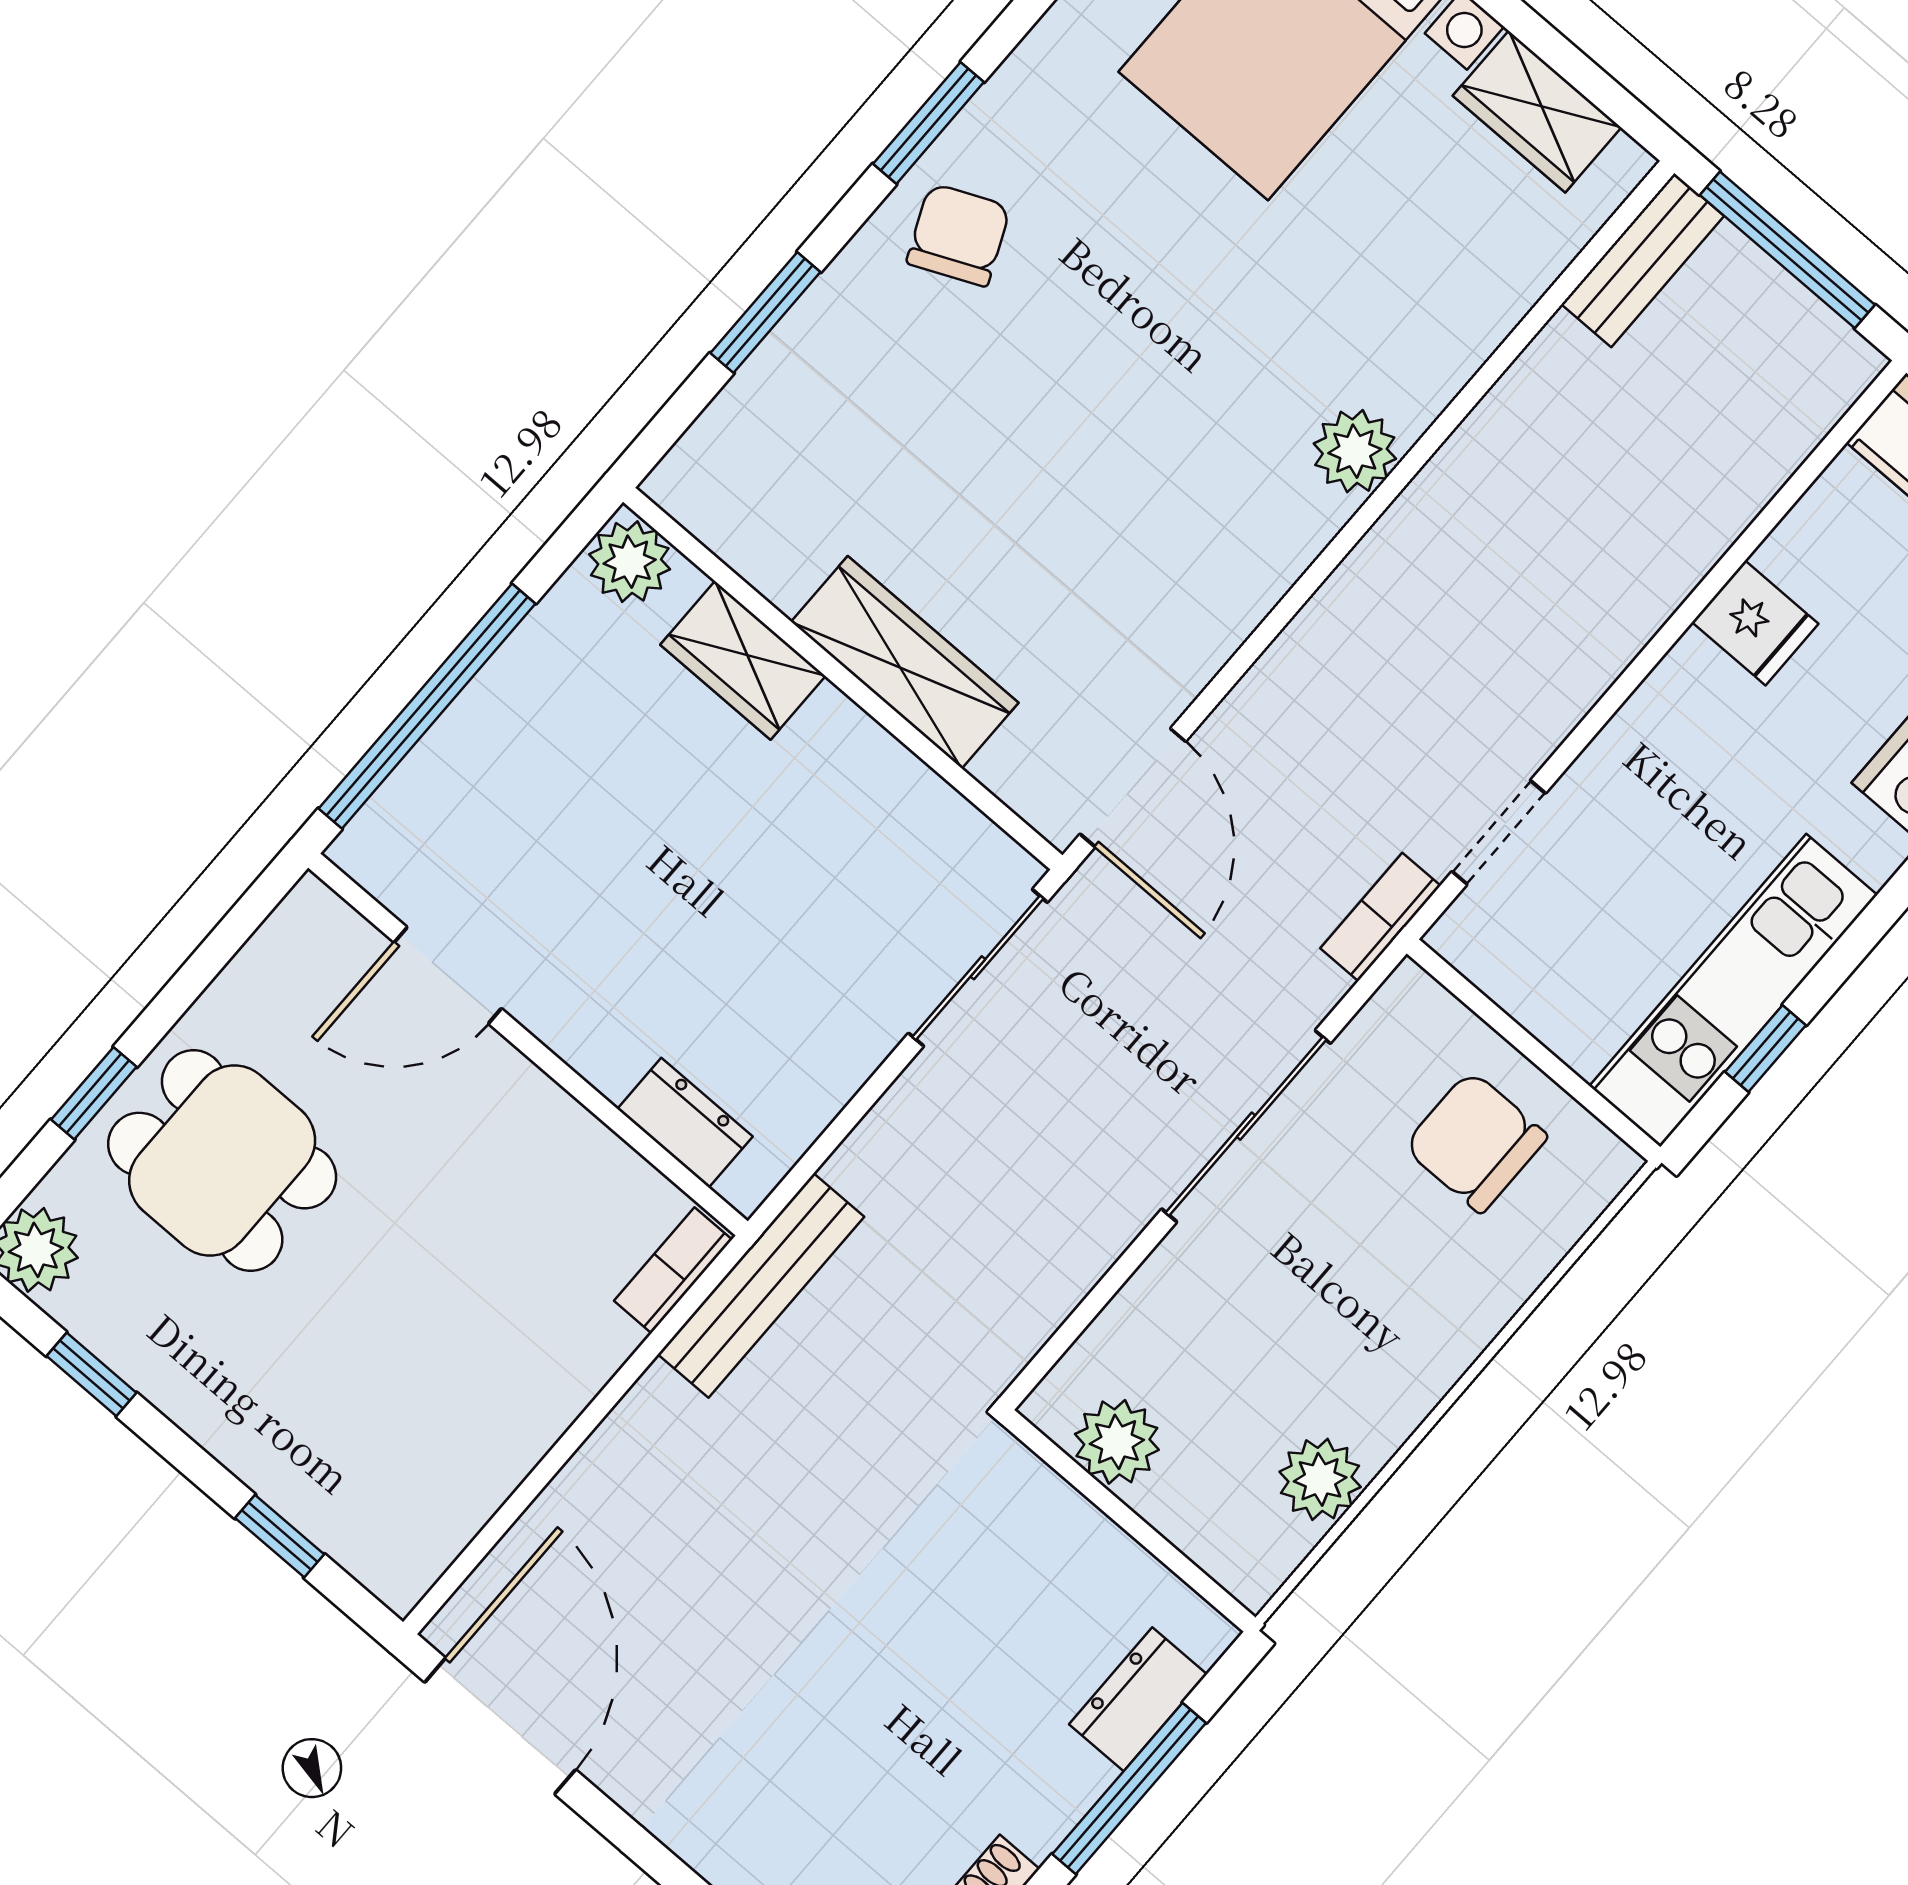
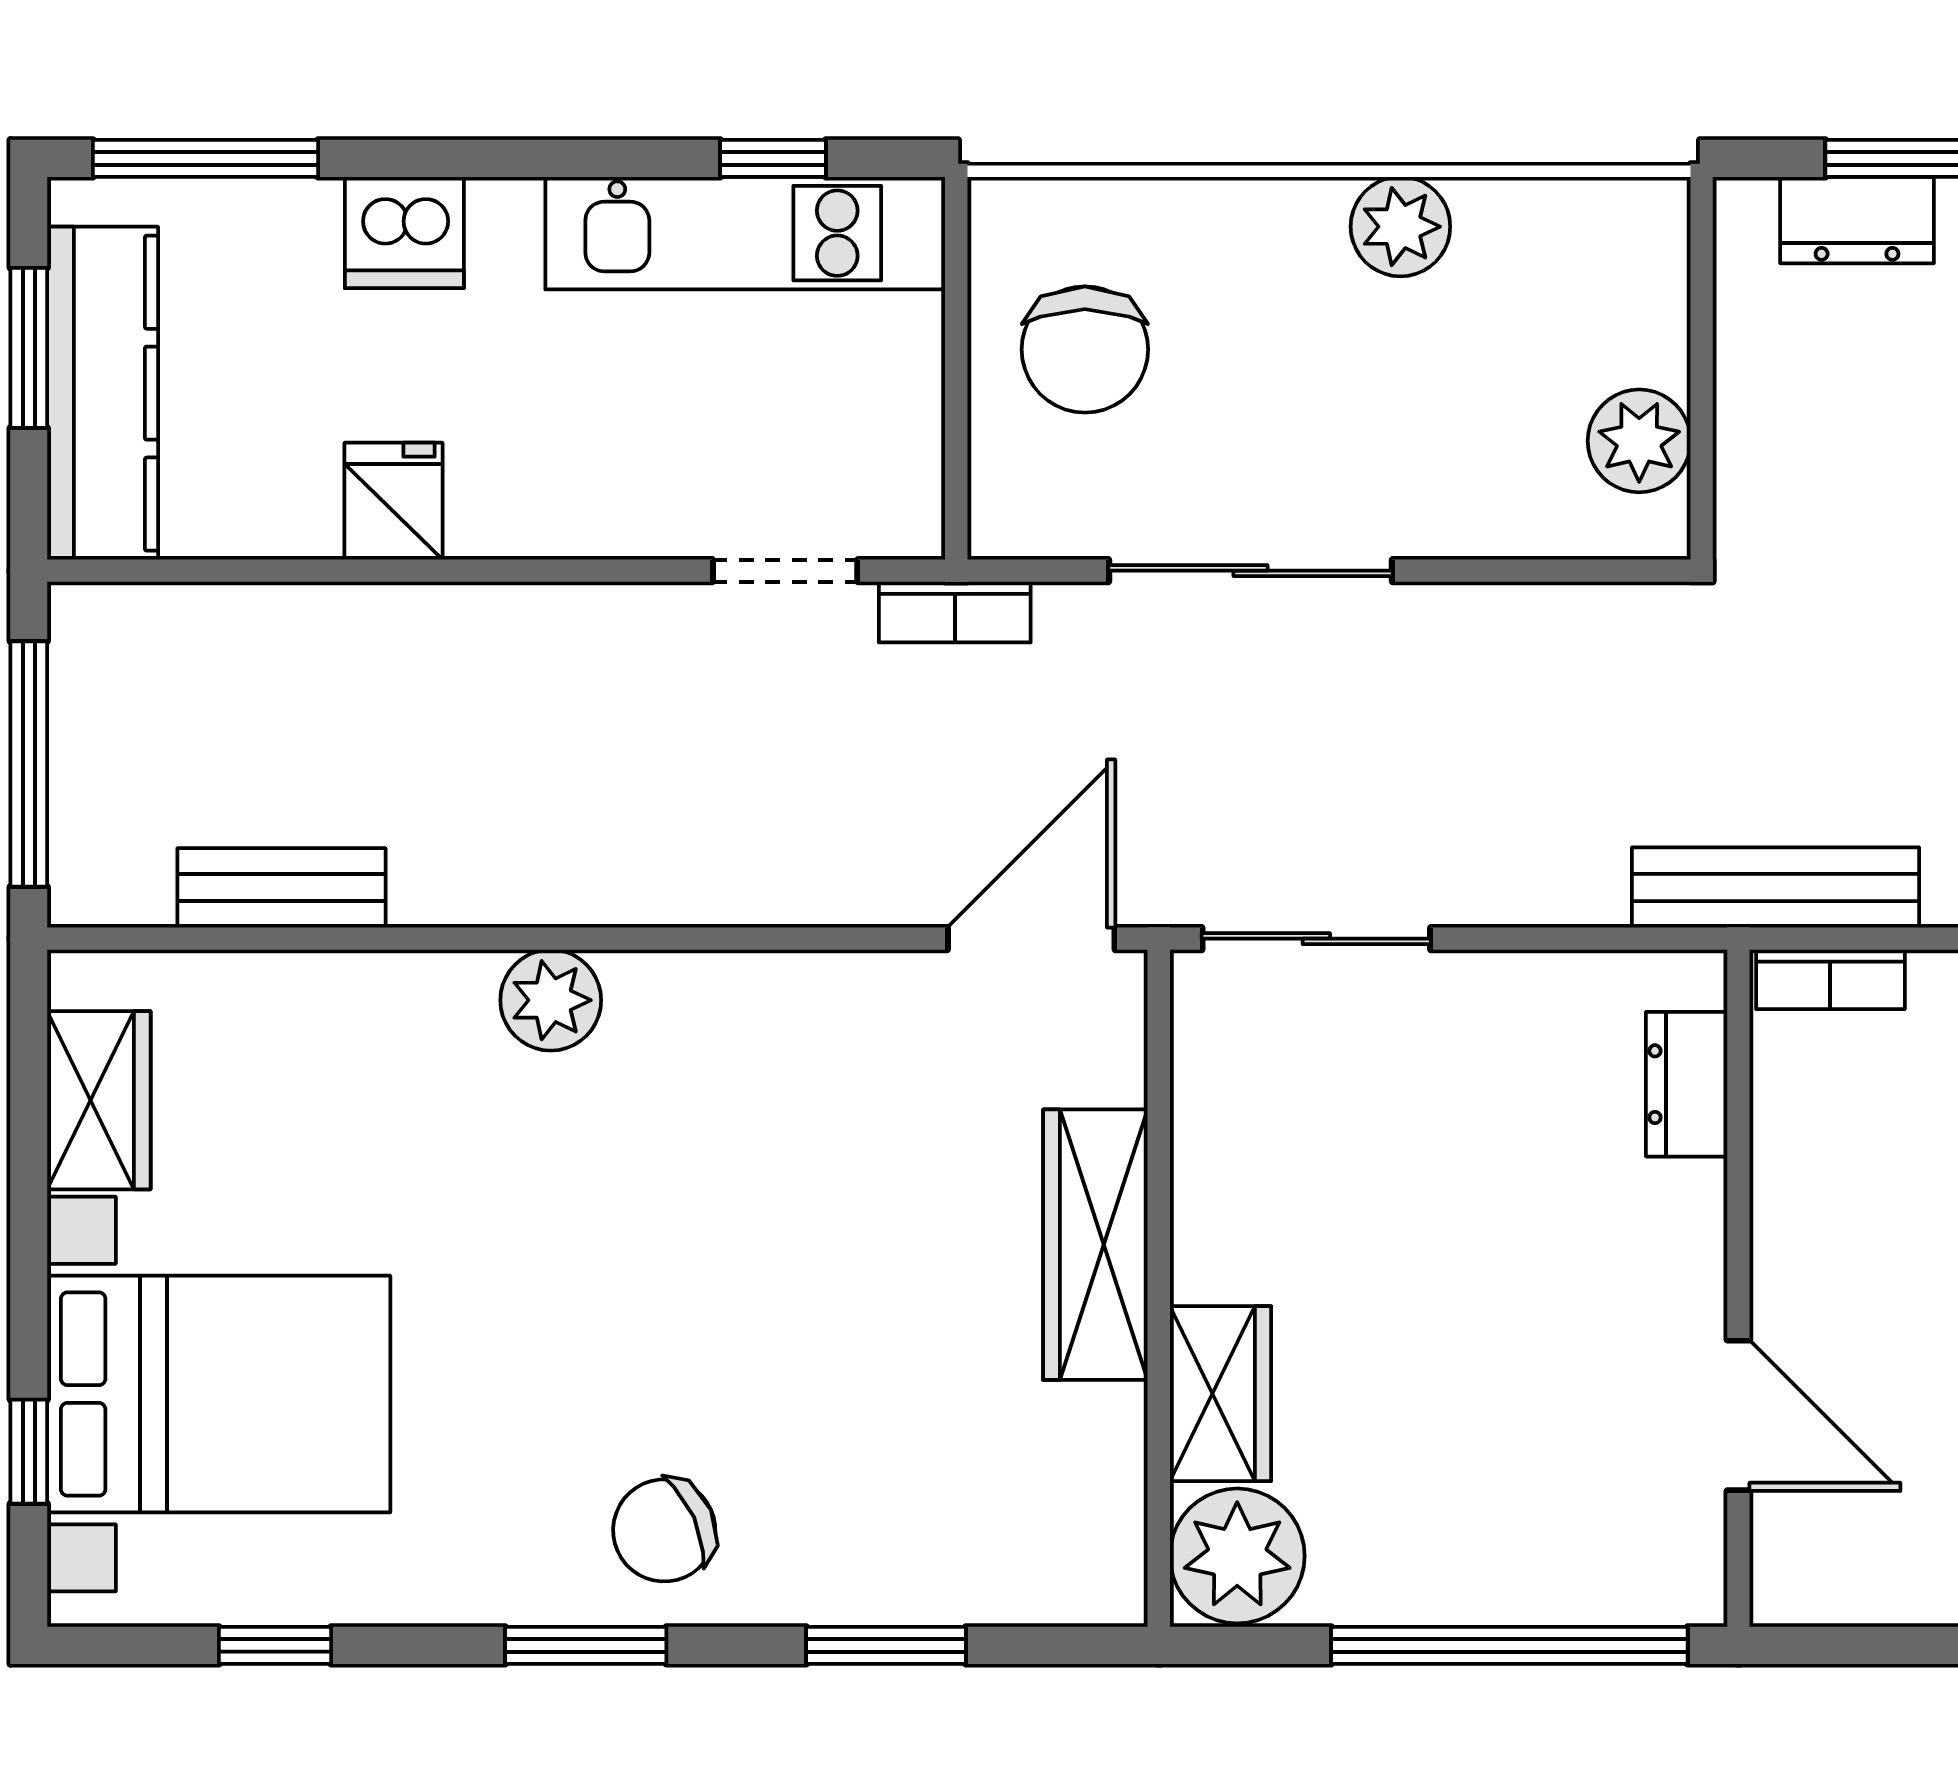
bench: (1643, 260) -> (281, 888), moved
plant: (630, 562) -> (1237, 1556), width x1.36, depth x1.36
plant: (1320, 1479) -> (1400, 227), moved

